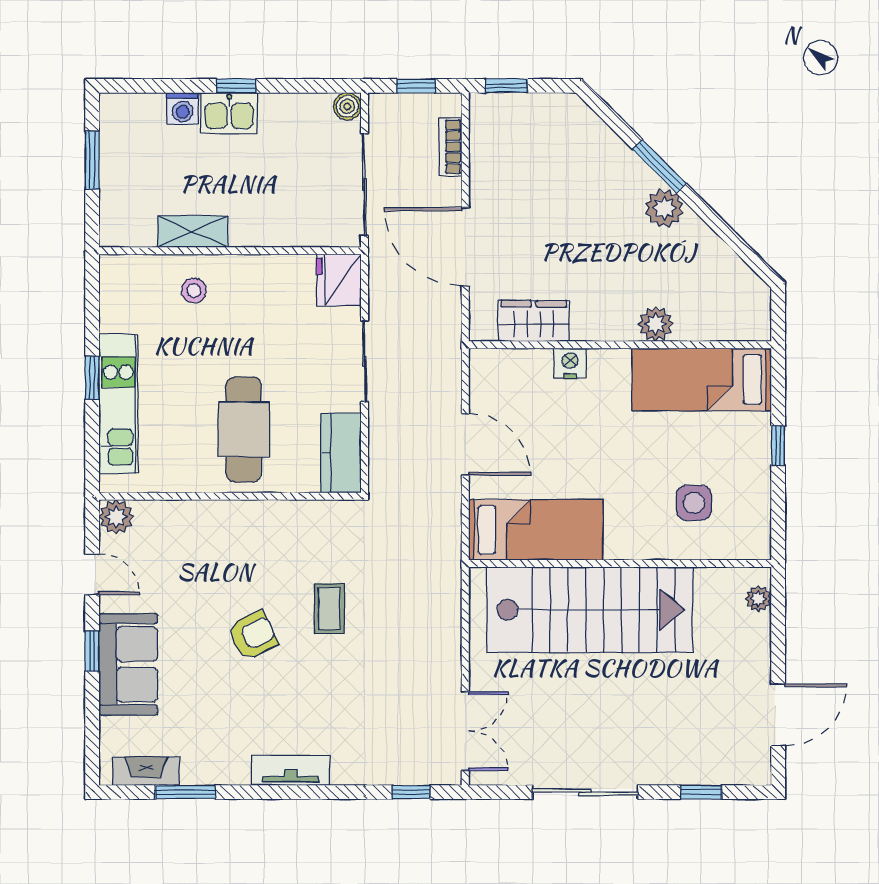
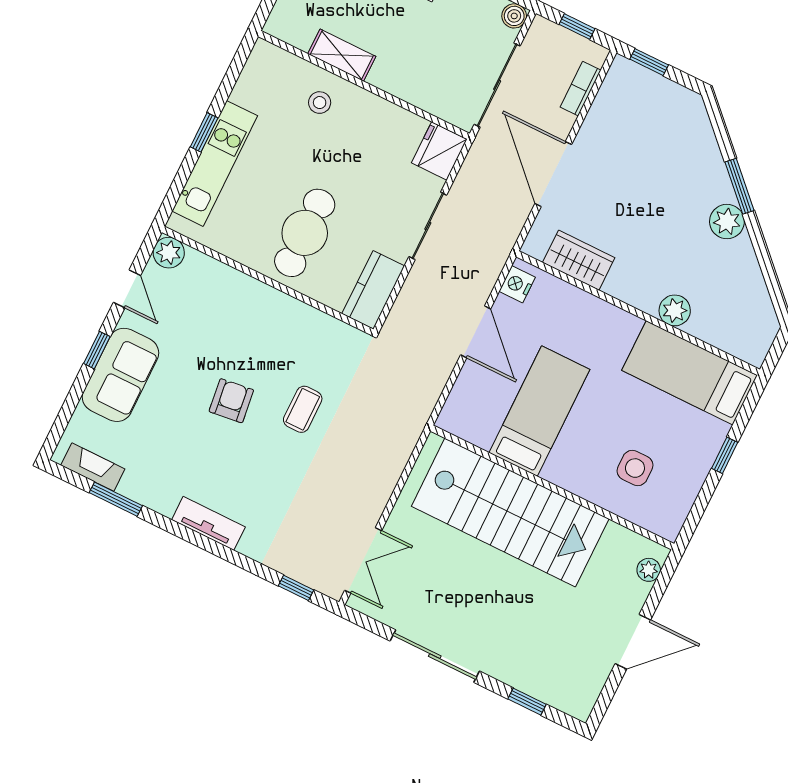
nightstand: (570, 363) -> (517, 284), moved, turned -90
bed: (536, 530) -> (539, 411), moved, turned -90
armchair: (253, 635) -> (231, 401), turned -71
door: (778, 715) -> (633, 642), moved

